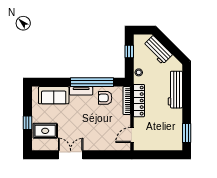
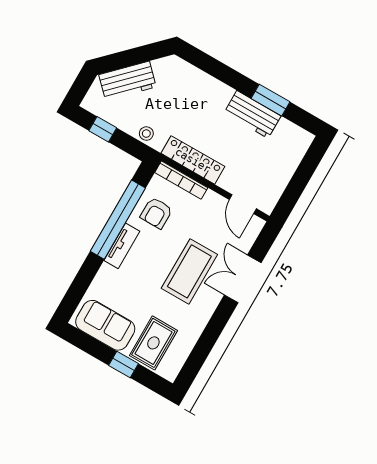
workbench: (175, 90) -> (252, 114), moved, width x0.73
sofa: (54, 95) -> (105, 325), moved, turned -90
coffee table: (87, 128) -> (189, 271), added
window: (187, 133) -> (270, 100), moved
double door: (71, 155) -> (243, 279), moved

